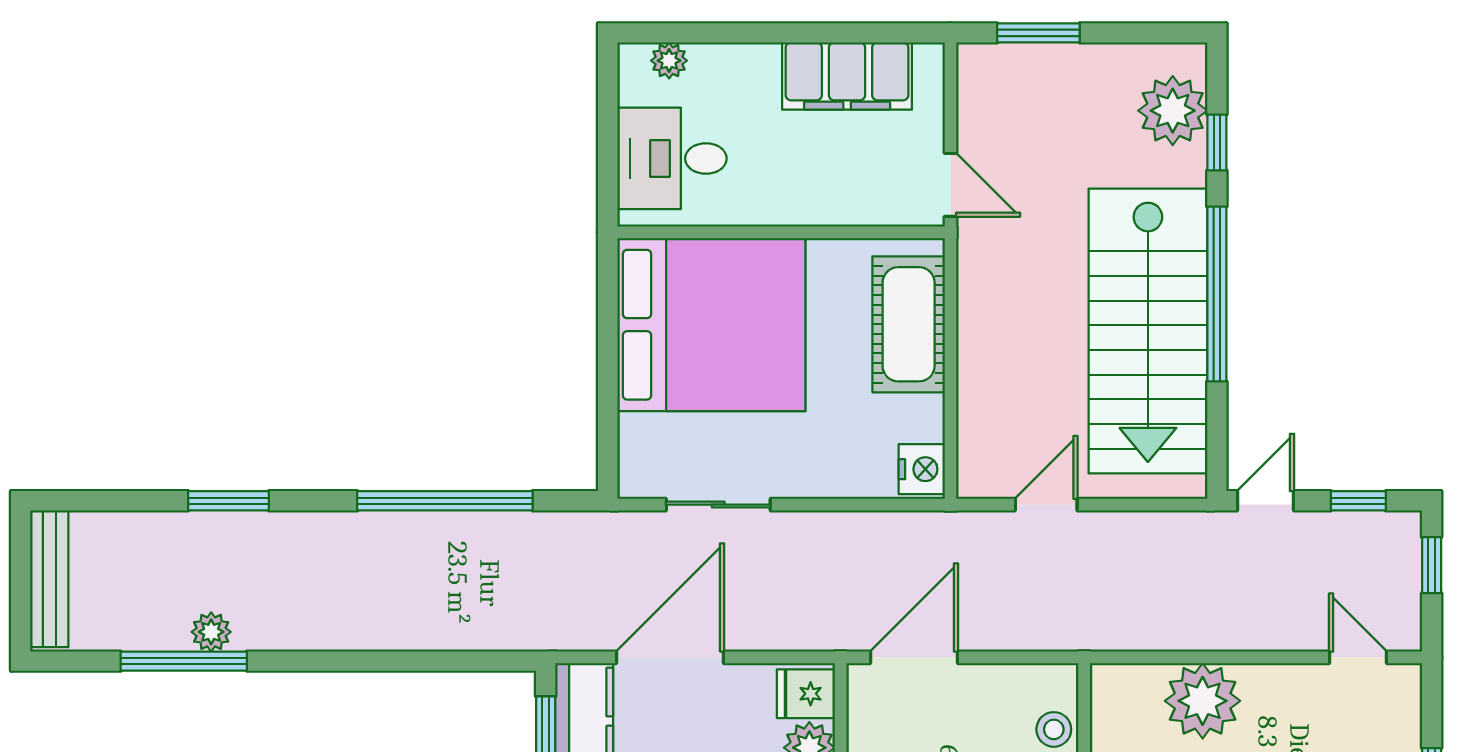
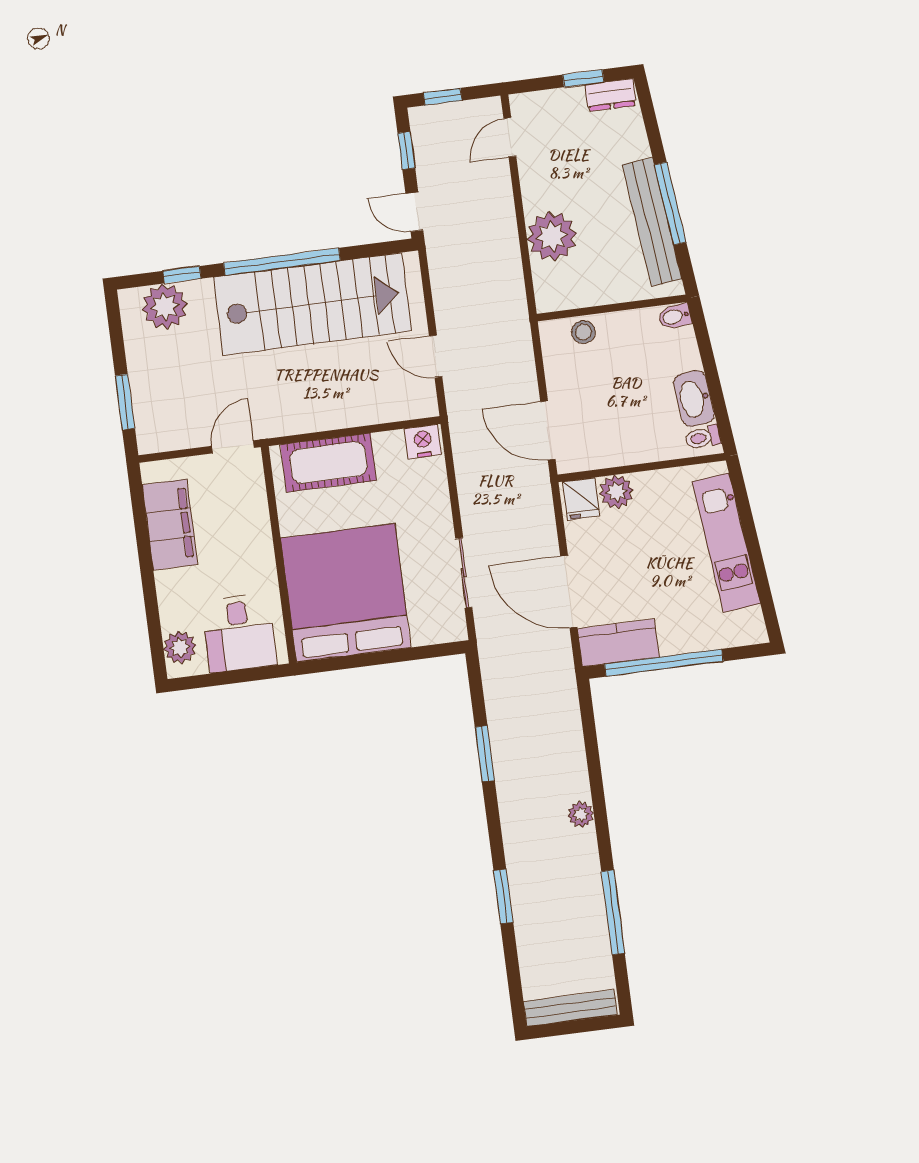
plant: (669, 61) -> (180, 647), width x1.38, depth x1.38
window: (445, 501) -> (485, 754), width x0.47
plant: (211, 632) -> (581, 814), moved

